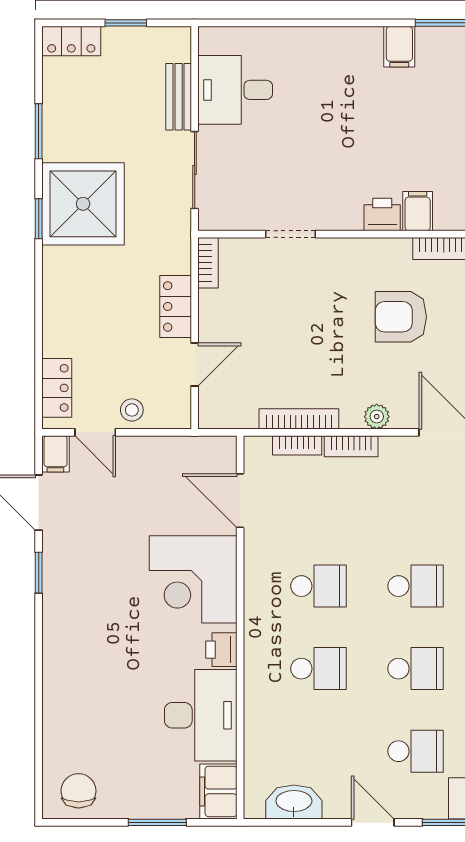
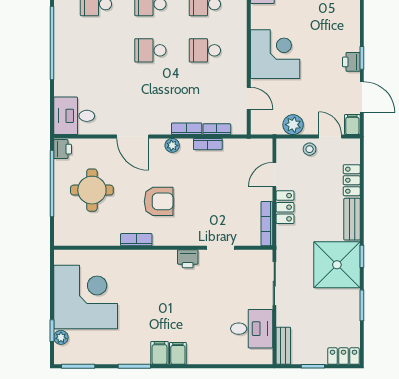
bench: (179, 97) -> (283, 346), moved
filing cabinet: (418, 211) -> (178, 353), moved, turned 180
printer: (382, 214) -> (188, 259), moved
bookcase: (208, 263) -> (267, 224), width x1.56
bench: (56, 285) -> (352, 219), added
locker: (57, 388) -> (352, 180), moved
bookcase: (299, 419) -> (208, 144), width x0.64
plant: (161, 454) -> (293, 125), added
door: (240, 501) -> (249, 98), width x0.73
printer: (221, 650) -> (351, 62), moved, turned 180

